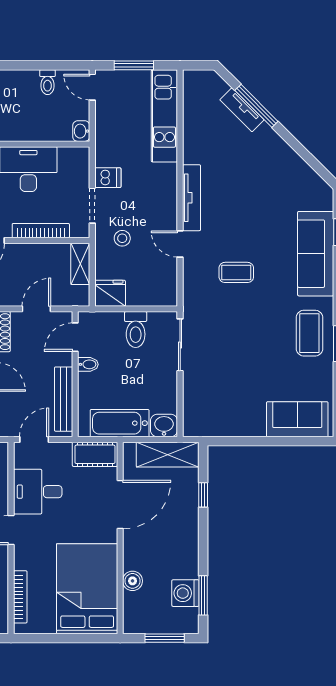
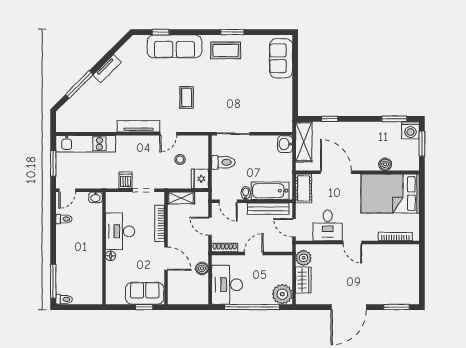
tv unit: (242, 110) -> (107, 69), moved
stool: (122, 238) -> (180, 160), moved
bathtub: (120, 423) -> (270, 191), moved, turned 90
washing machine: (185, 593) -> (411, 130), moved

